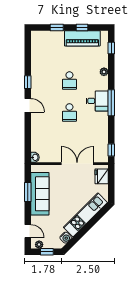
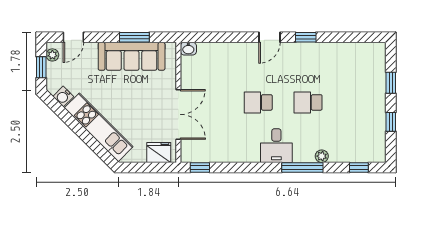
piano: (82, 38) -> (374, 122), removed
window: (111, 103) -> (302, 168), moved

